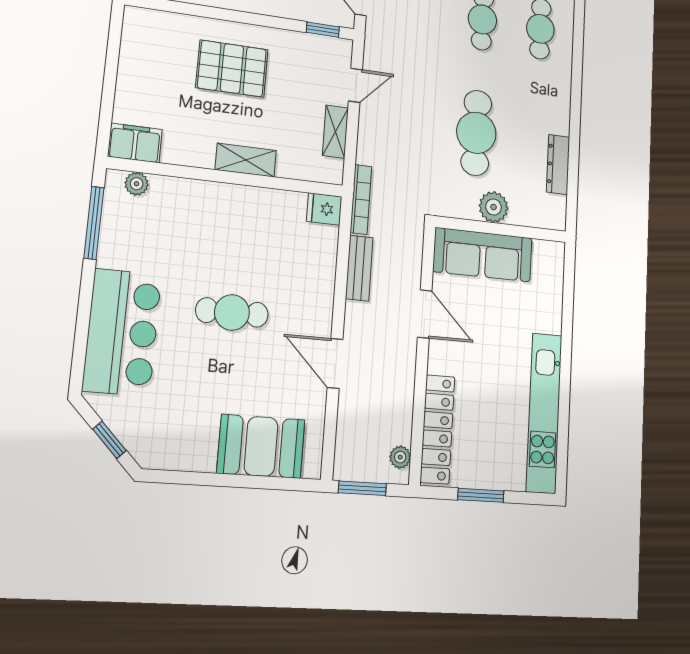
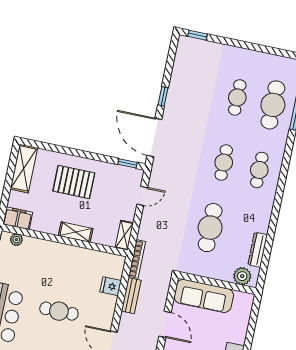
shelving: (137, 49) -> (24, 168), added
shelving: (335, 132) -> (124, 235), moved
plant: (493, 207) -> (242, 276), moved
fridge: (324, 209) -> (111, 286), moved

